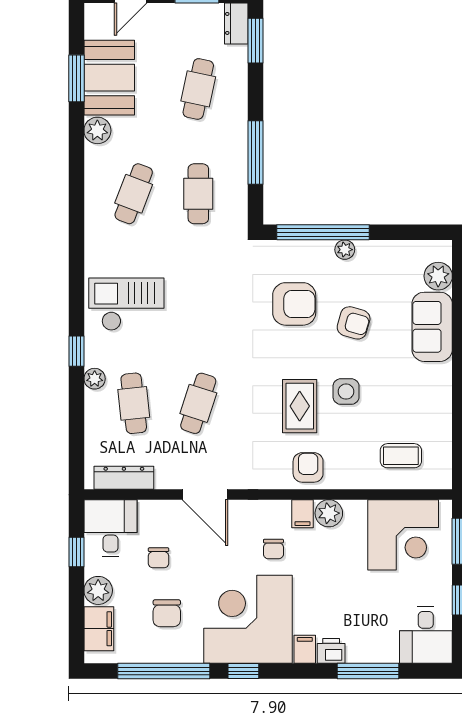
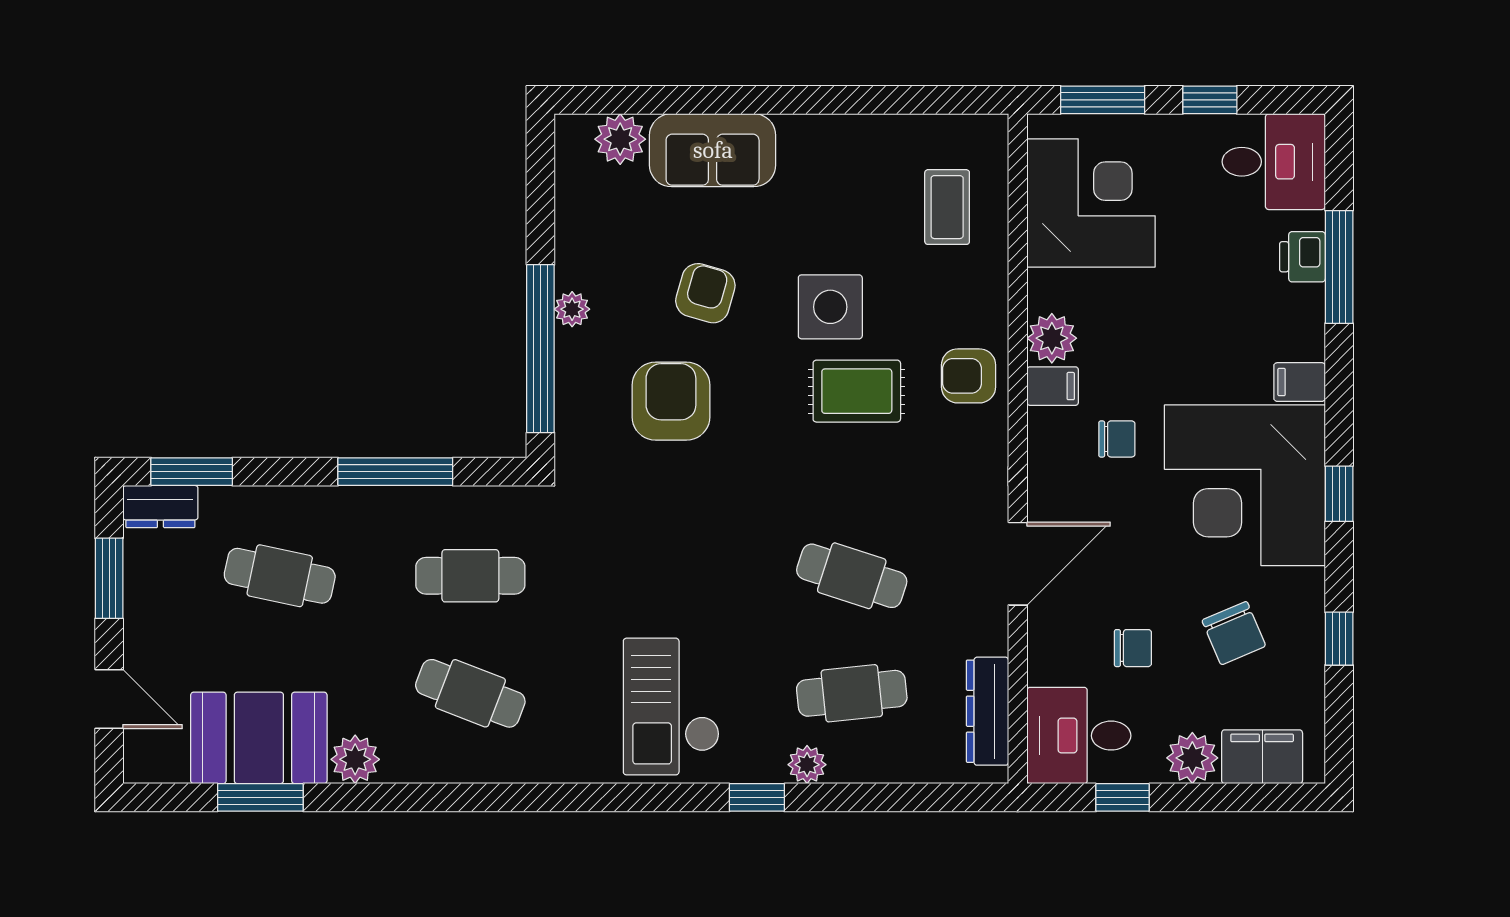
side table: (346, 392) -> (830, 307), width x1.37, depth x1.37
chair: (167, 613) -> (1234, 633), turned 67
printer: (331, 651) -> (1302, 257), moved
window: (164, 671) -> (1339, 639), width x0.32

